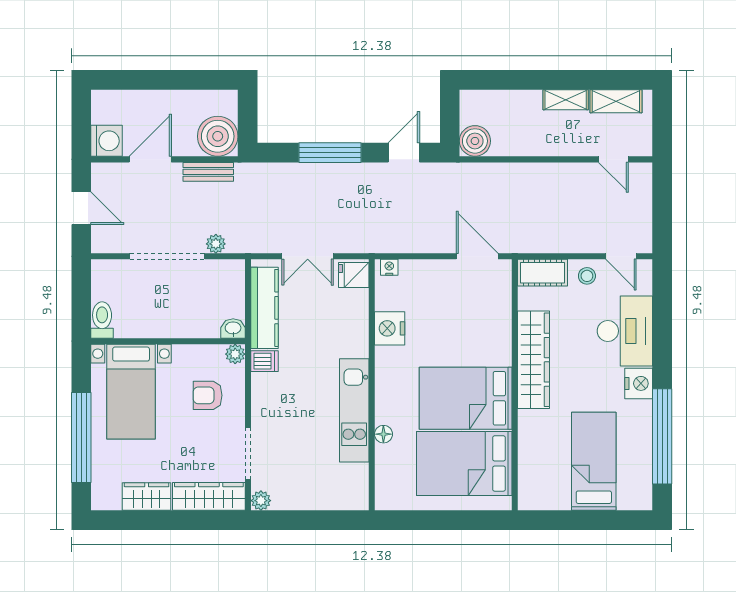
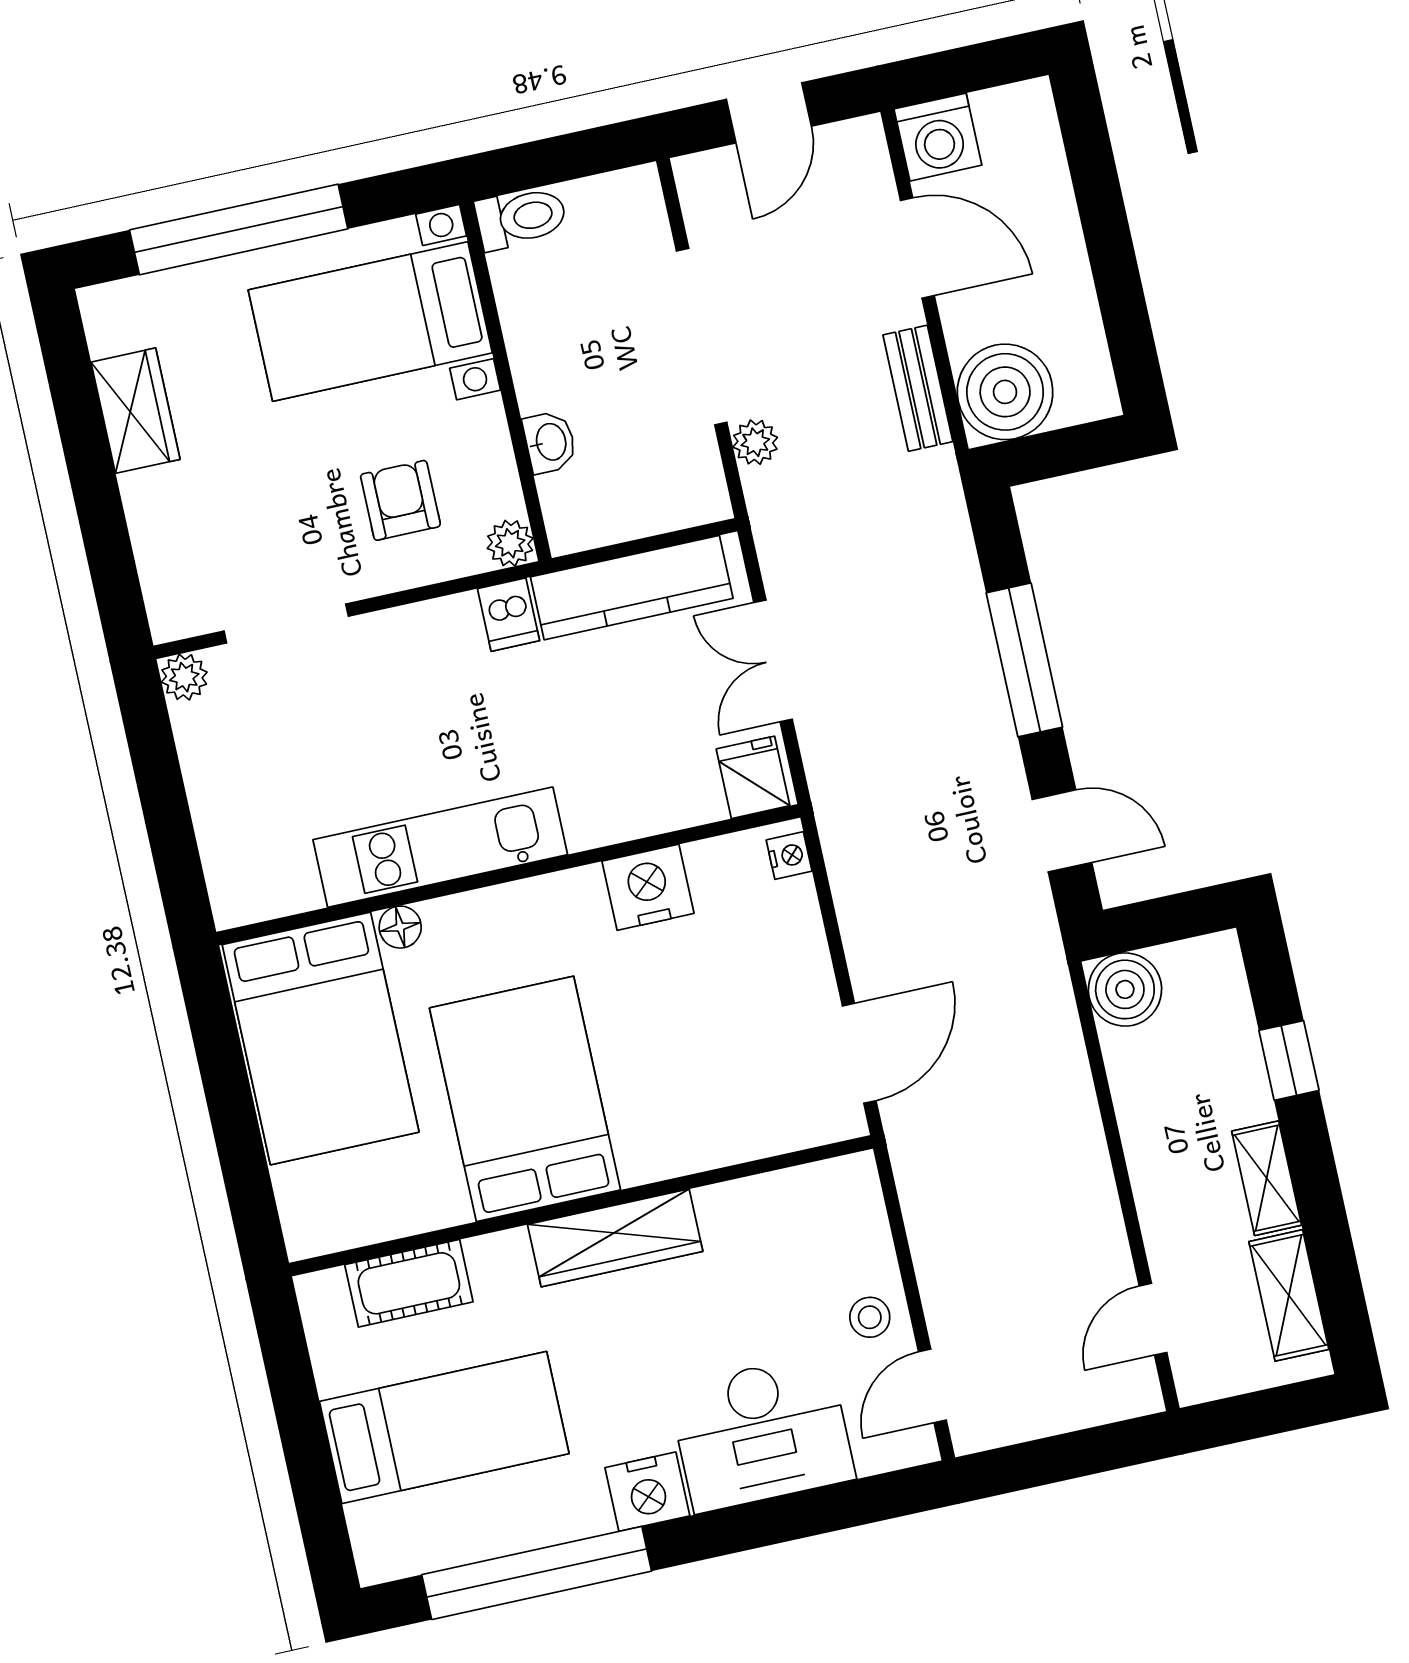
window: (519, 80) -> (1289, 1060), added
cot: (543, 273) -> (409, 1283), moved, turned 90
washbasin: (233, 328) -> (550, 442), moved
wardrobe: (534, 360) -> (615, 1238), width x0.71, depth x0.85
bed: (464, 463) -> (321, 1038), moved, turned 180
wardrobe: (209, 496) -> (167, 555), removed

